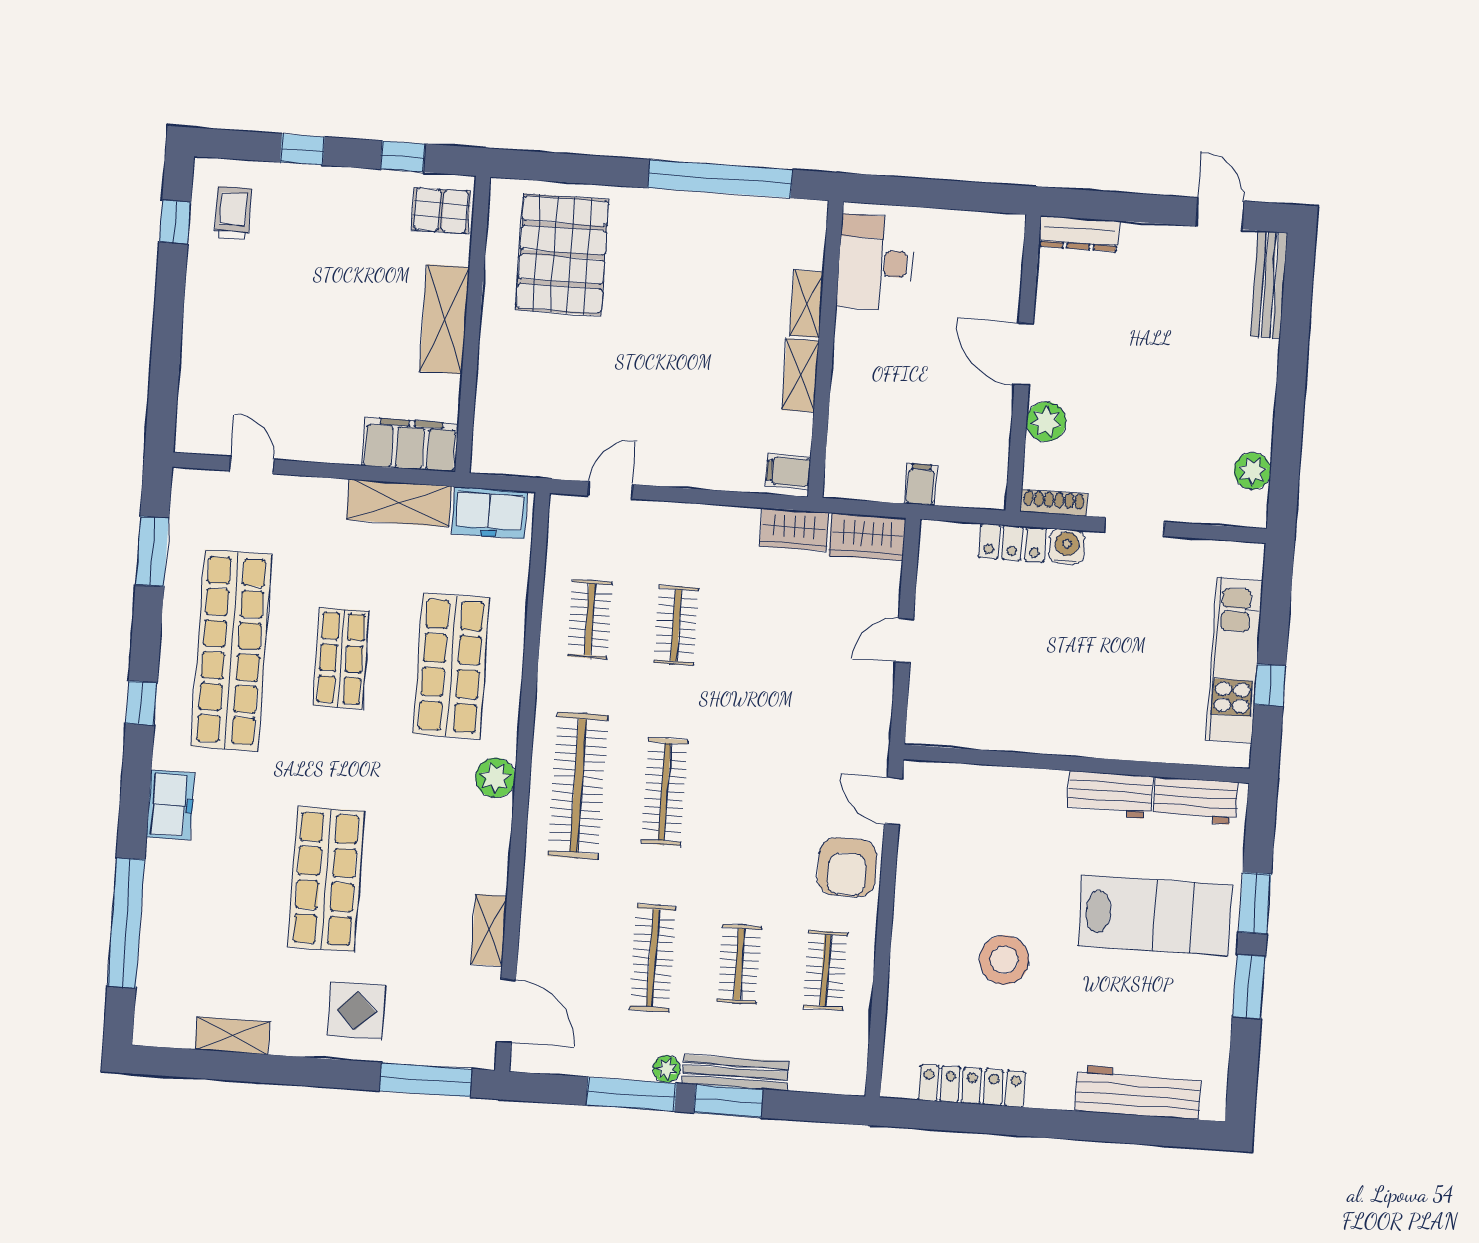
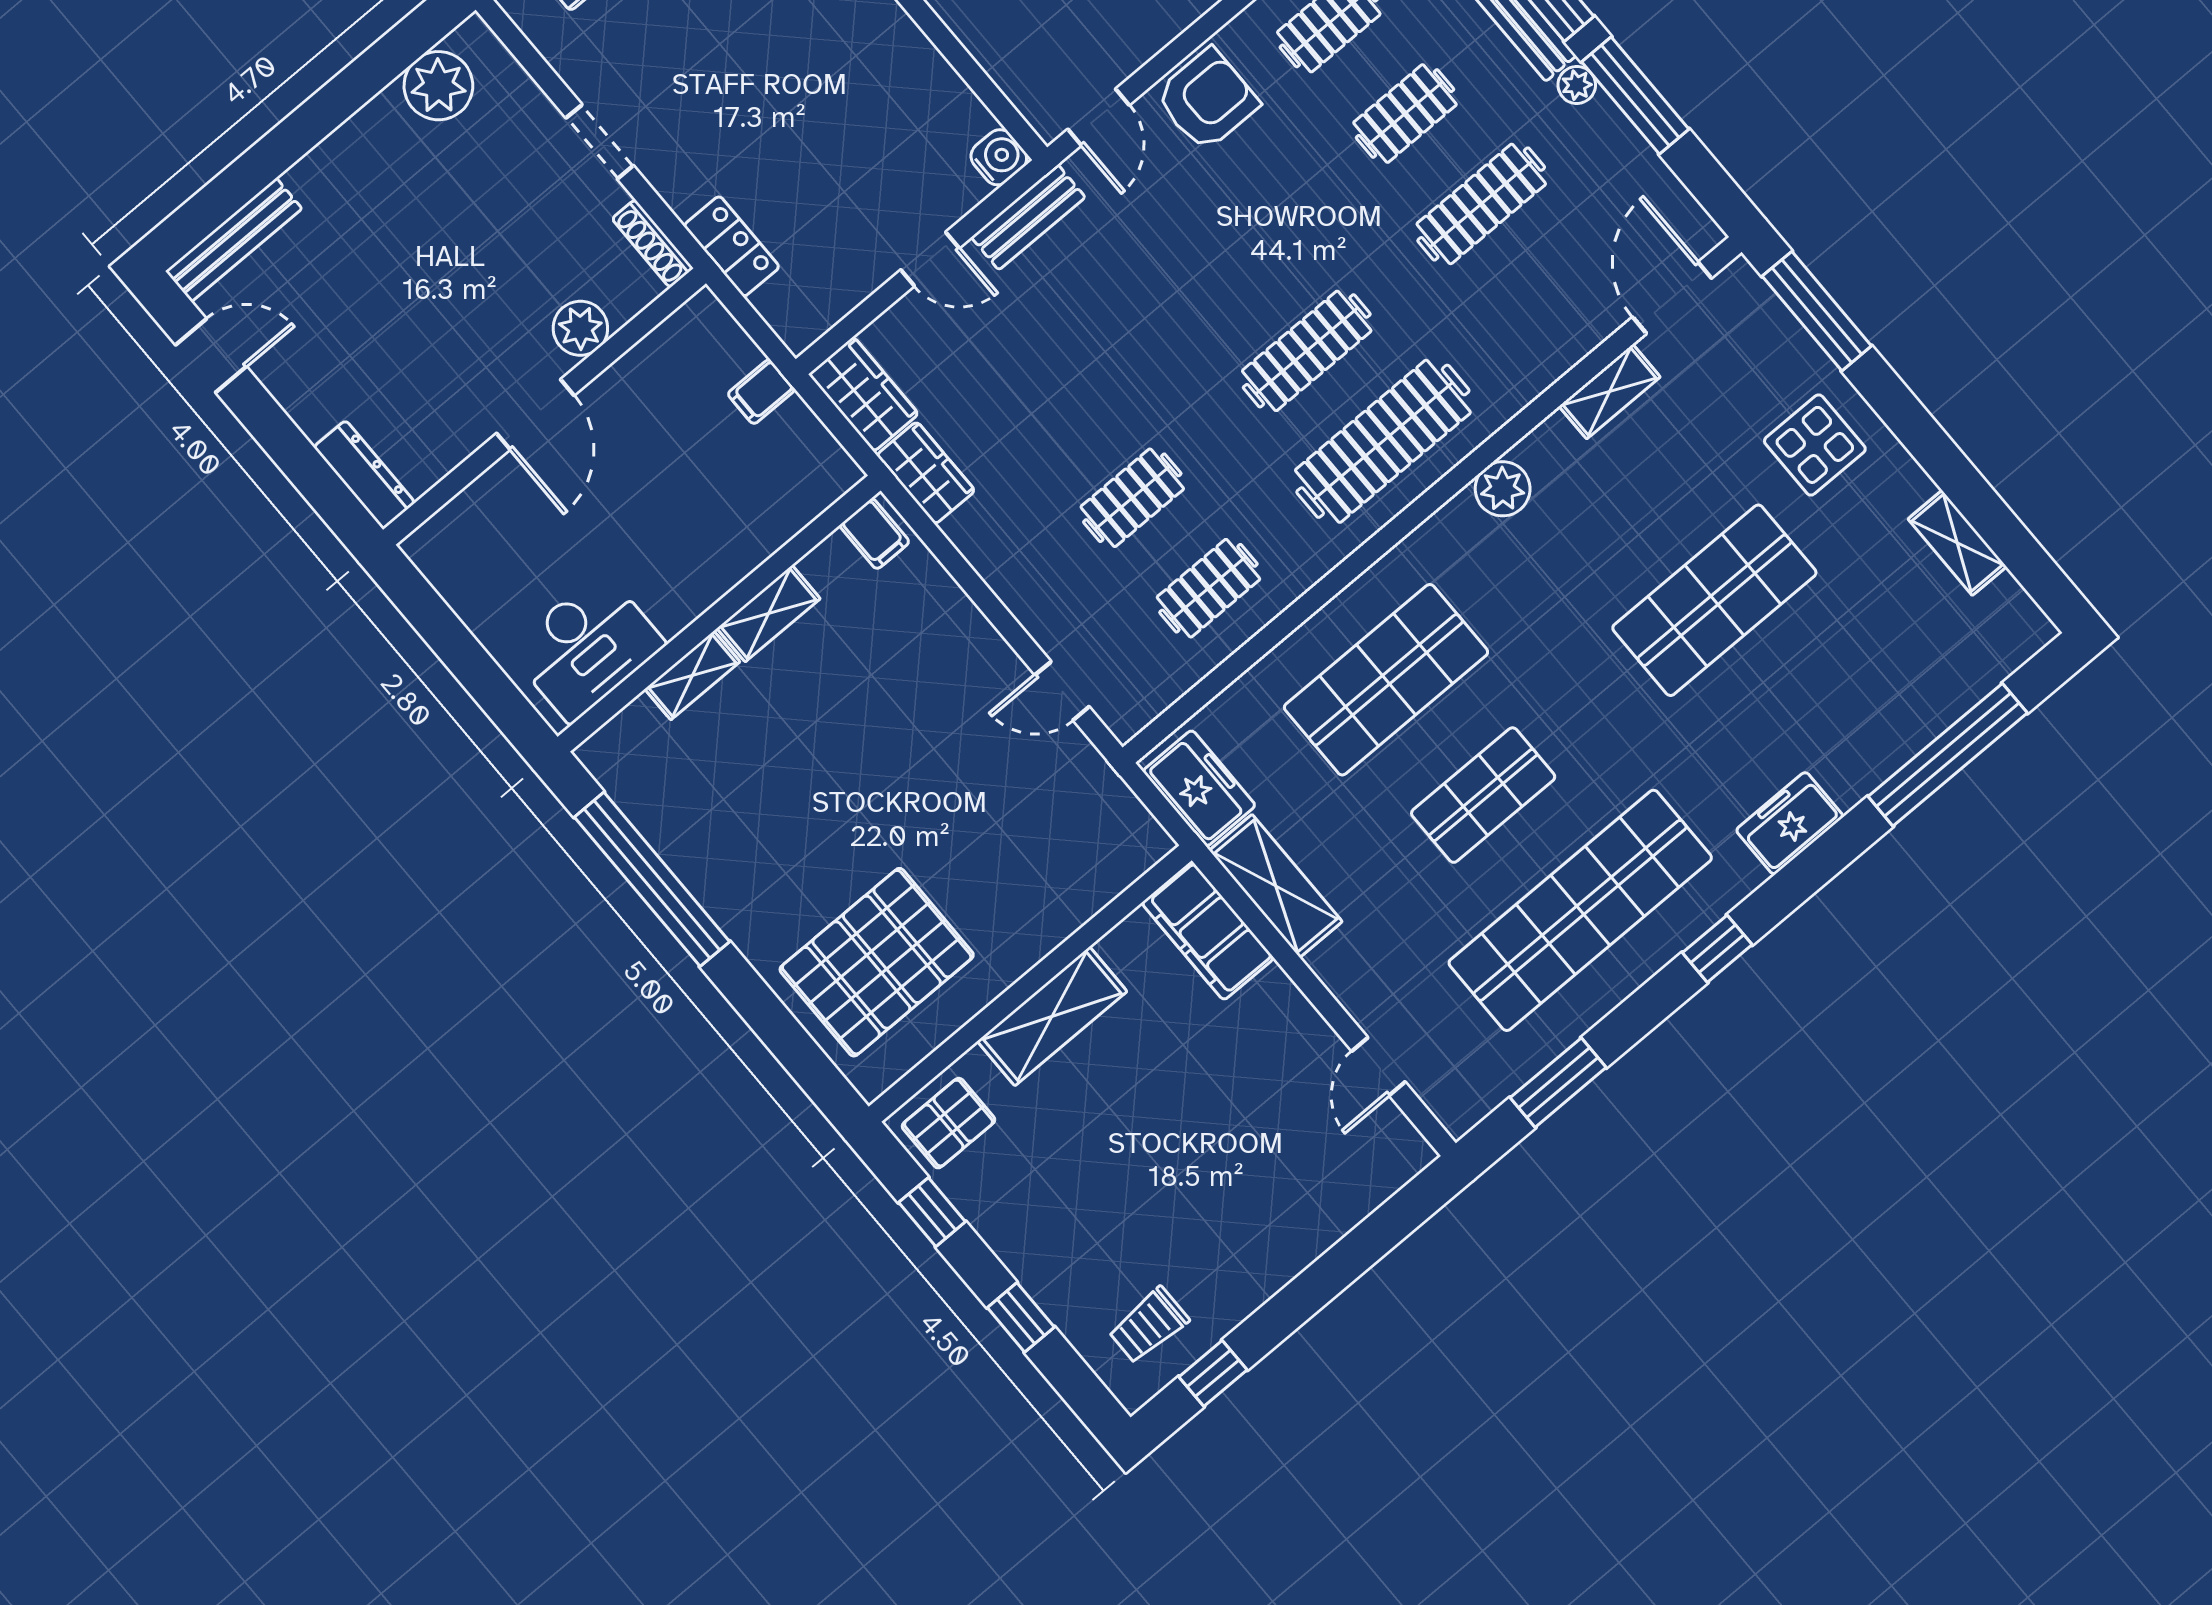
pallet: (441, 210) -> (948, 1123), turned 90
door: (1220, 214) -> (211, 356), swing flipped
plant: (1252, 471) -> (438, 86), width x1.36, depth x1.36
water cooler: (1067, 547) -> (999, 157), moved, turned 180
bench: (876, 713) -> (1028, 217), added
plant: (496, 778) -> (1503, 489), moved

